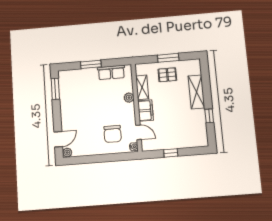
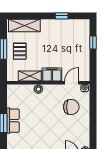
row of seats: (111, 72) -> (13, 121), moved
shelving: (196, 92) -> (24, 26), moved
window: (171, 153) -> (93, 43), moved

